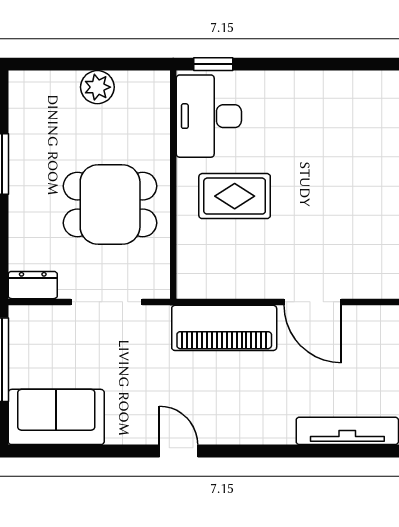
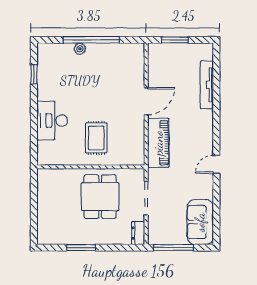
window: (213, 64) -> (34, 74), moved
plant: (97, 87) -> (45, 203), removed
desk: (209, 116) -> (52, 120), moved, turned 90

